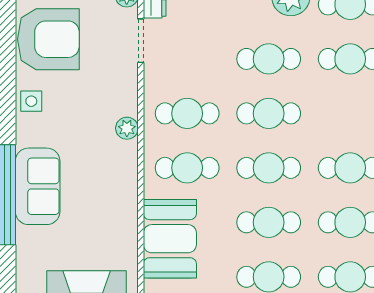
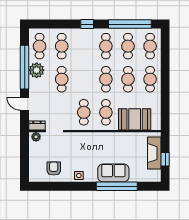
armchair: (48, 39) -> (54, 169), width x0.53, depth x0.53
cafe table: (269, 113) -> (84, 79), removed
plant: (127, 128) -> (90, 137), removed

